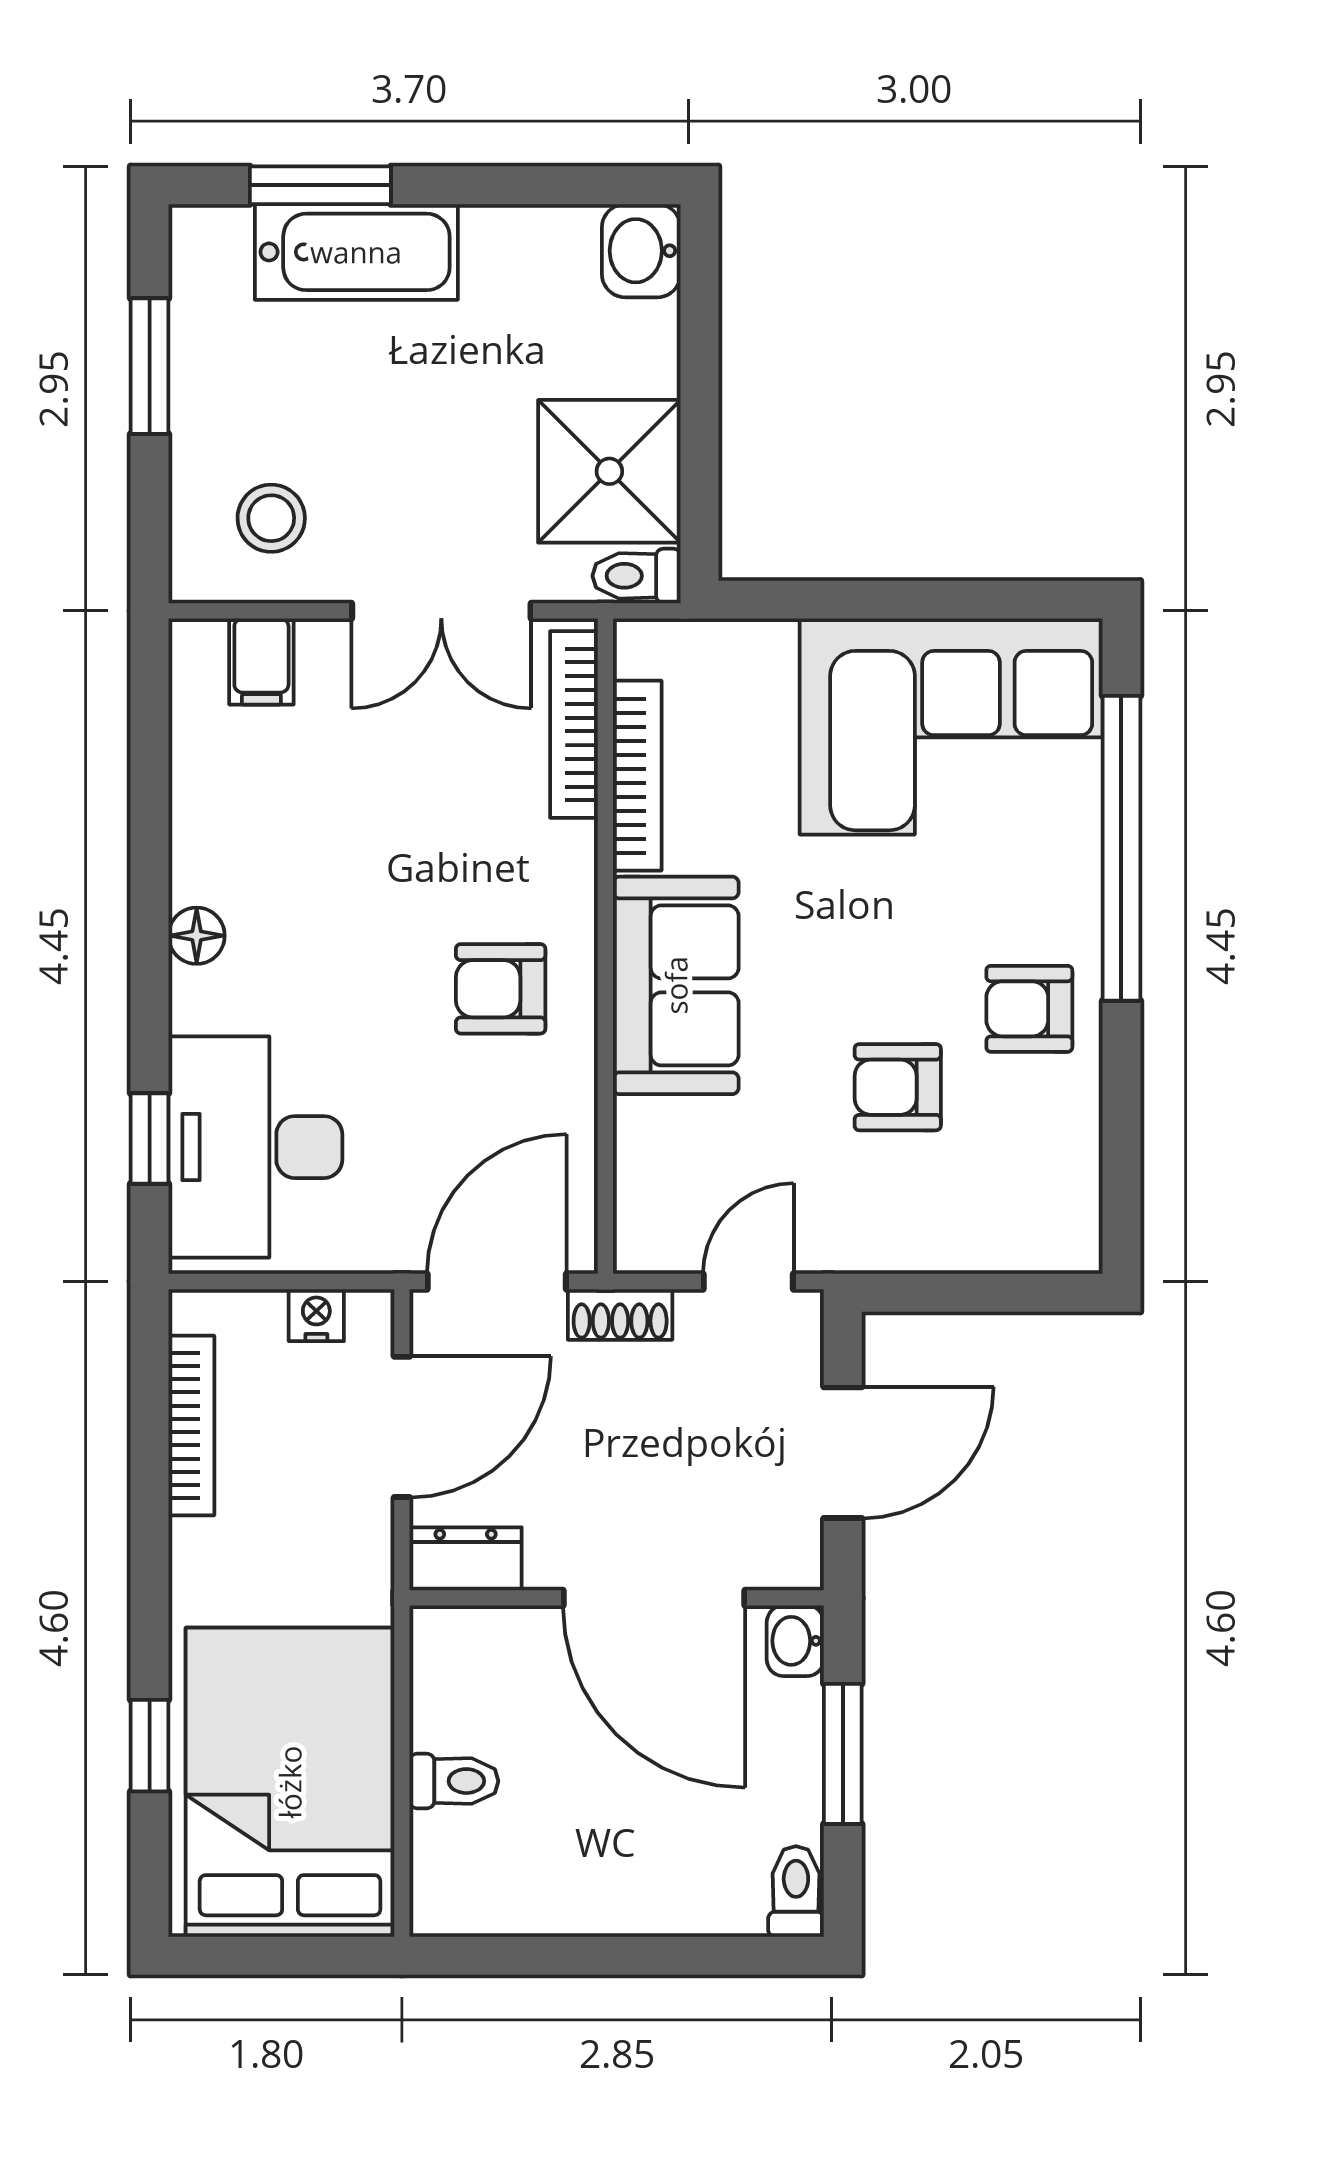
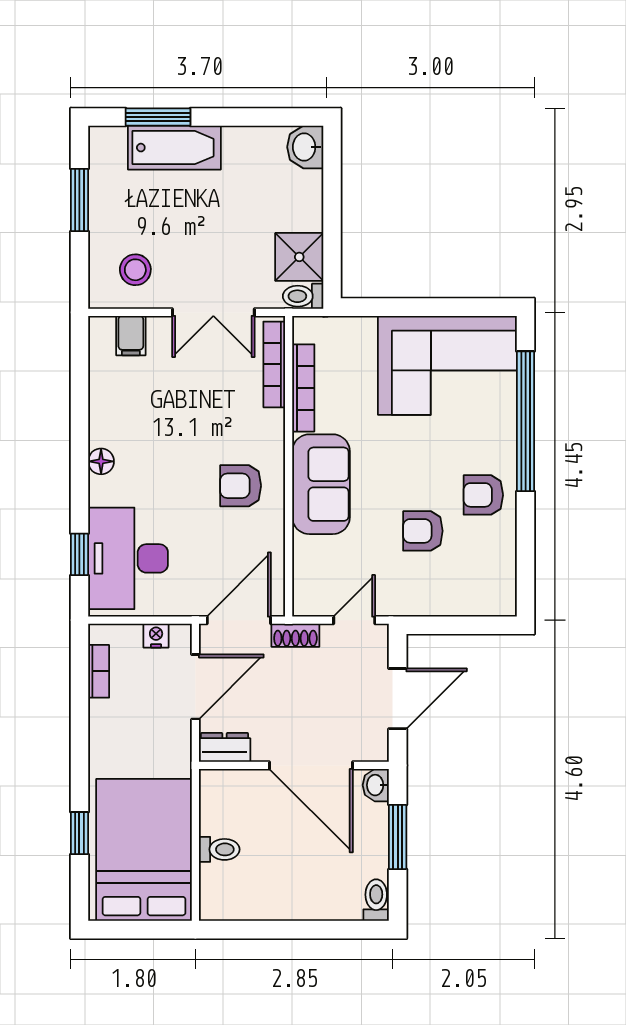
shower: (609, 471) -> (299, 257), width x0.73, depth x0.73
bookcase: (191, 1425) -> (99, 671), width x0.64

